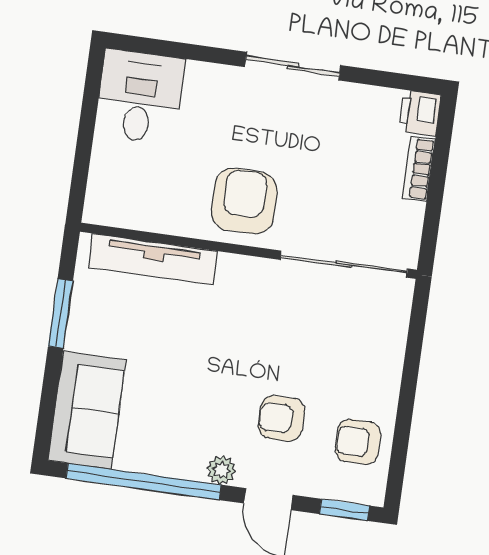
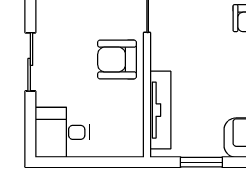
sliding door: (293, 66) -> (30, 62), moved

